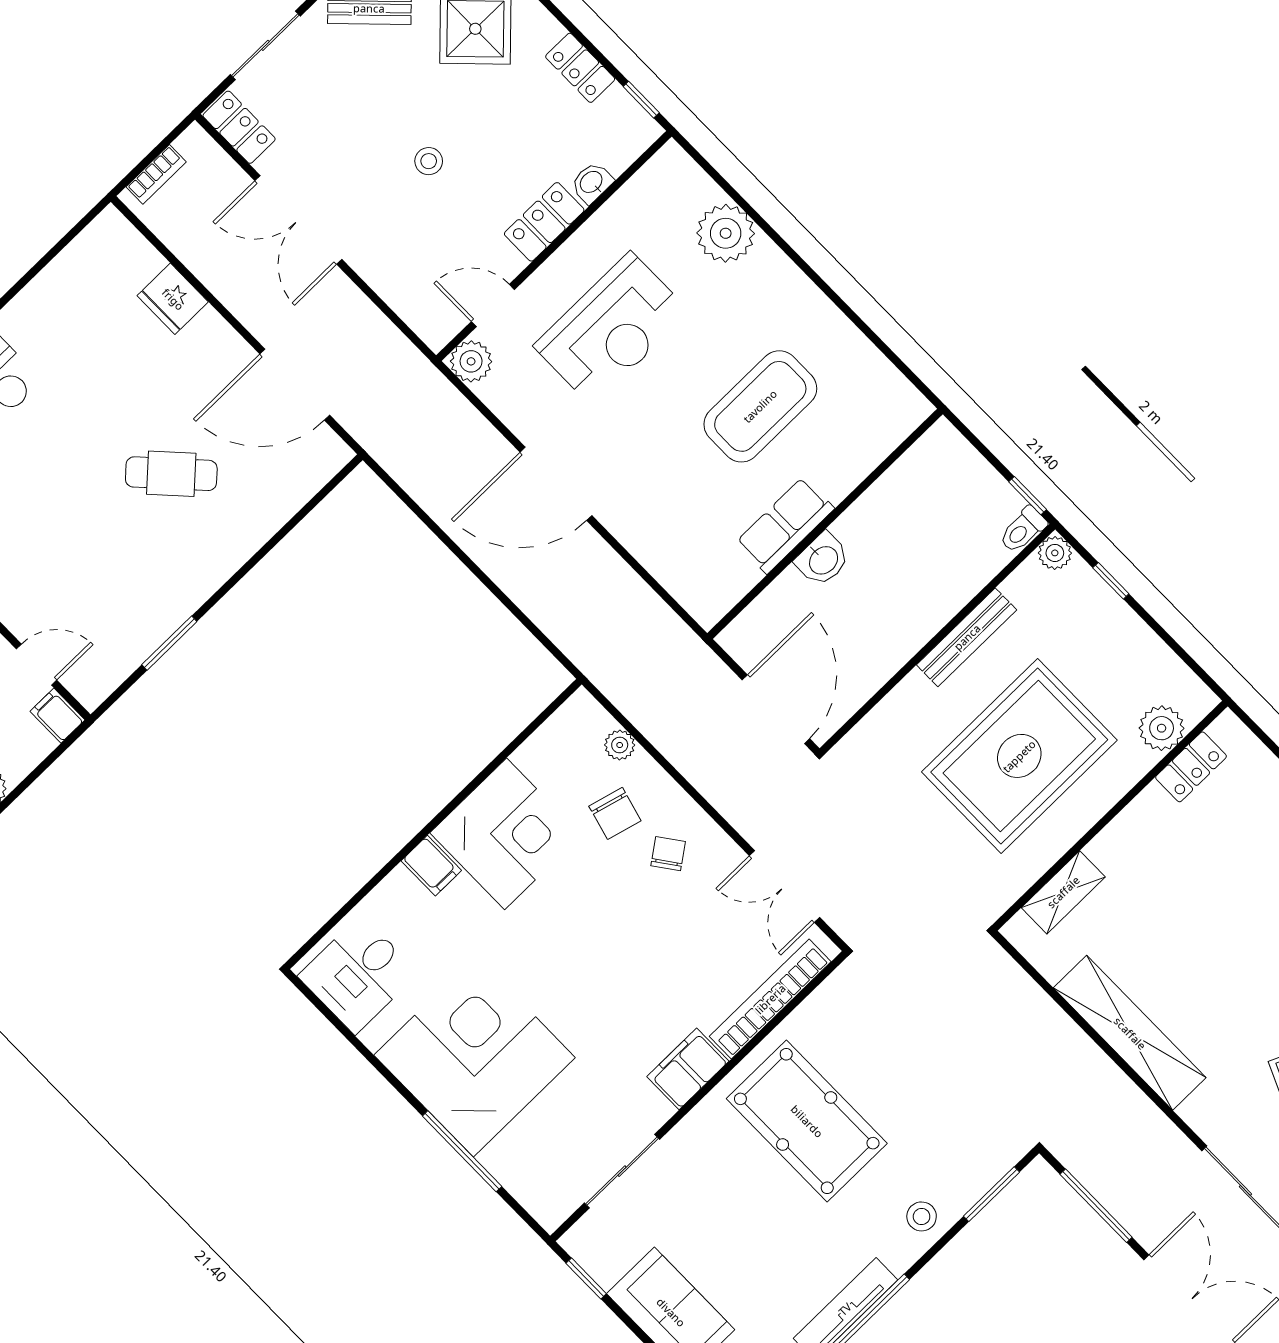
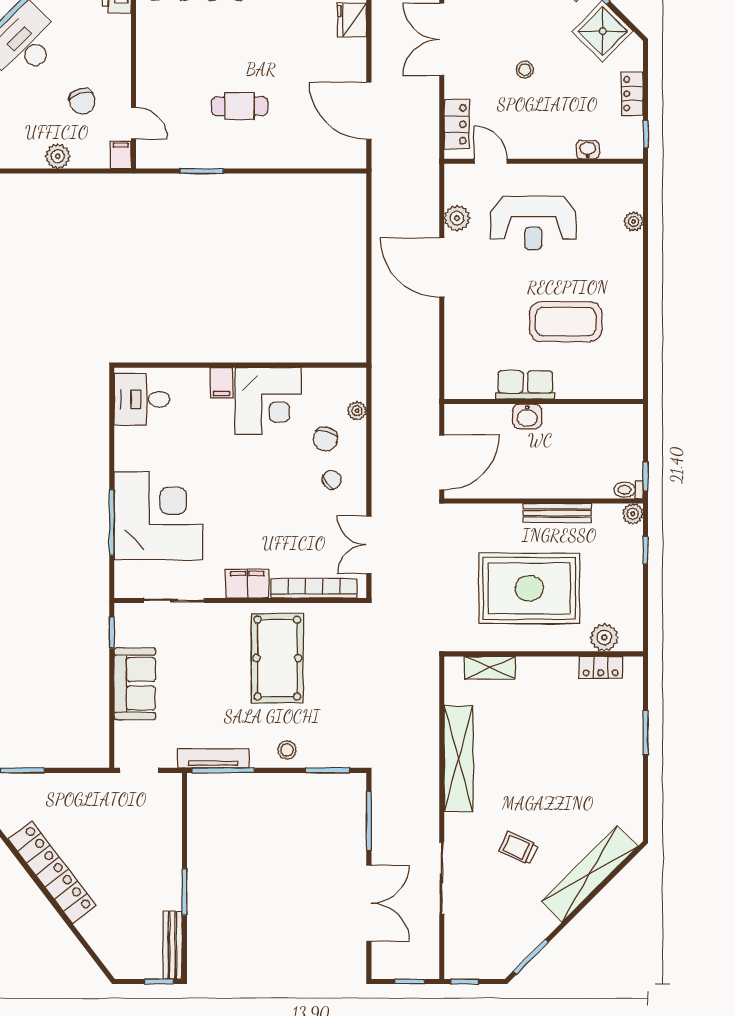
locker: (544, 222) -> (457, 124), moved, turned 90
plant: (726, 233) -> (633, 222), width x0.53, depth x0.53
plant: (471, 361) -> (457, 218), moved
cafe table: (171, 474) -> (240, 106), moved, turned -47
corner desk: (475, 1056) -> (158, 516), moved

